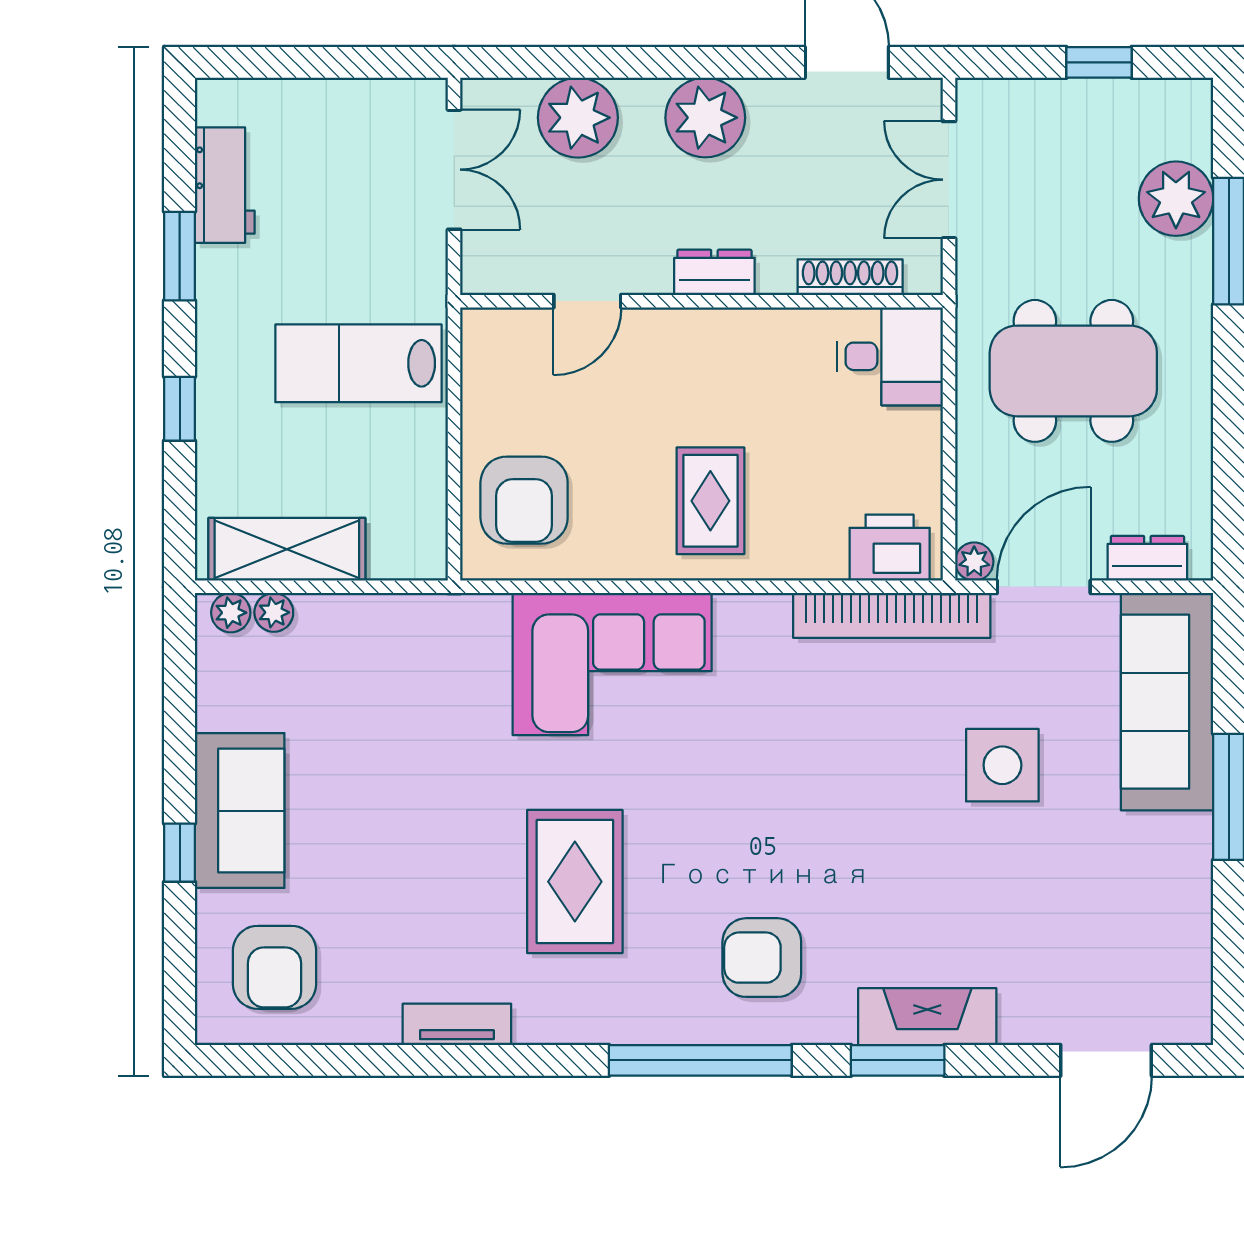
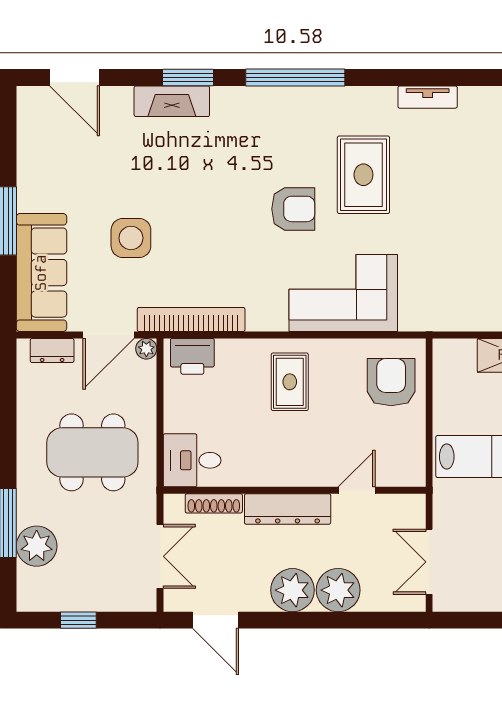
plant: (578, 118) -> (338, 590), moved
dresser: (714, 272) -> (288, 509), width x1.96, depth x1.24
armchair: (762, 958) -> (293, 209), moved
door: (1106, 1060) -> (75, 78), swing flipped

